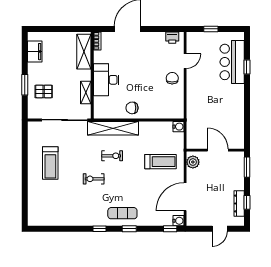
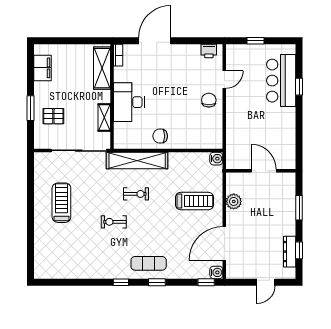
wall: (215, 150) -> (261, 171), moved
door: (218, 150) -> (264, 171), moved
treadmill: (50, 163) -> (61, 203), turned 180

